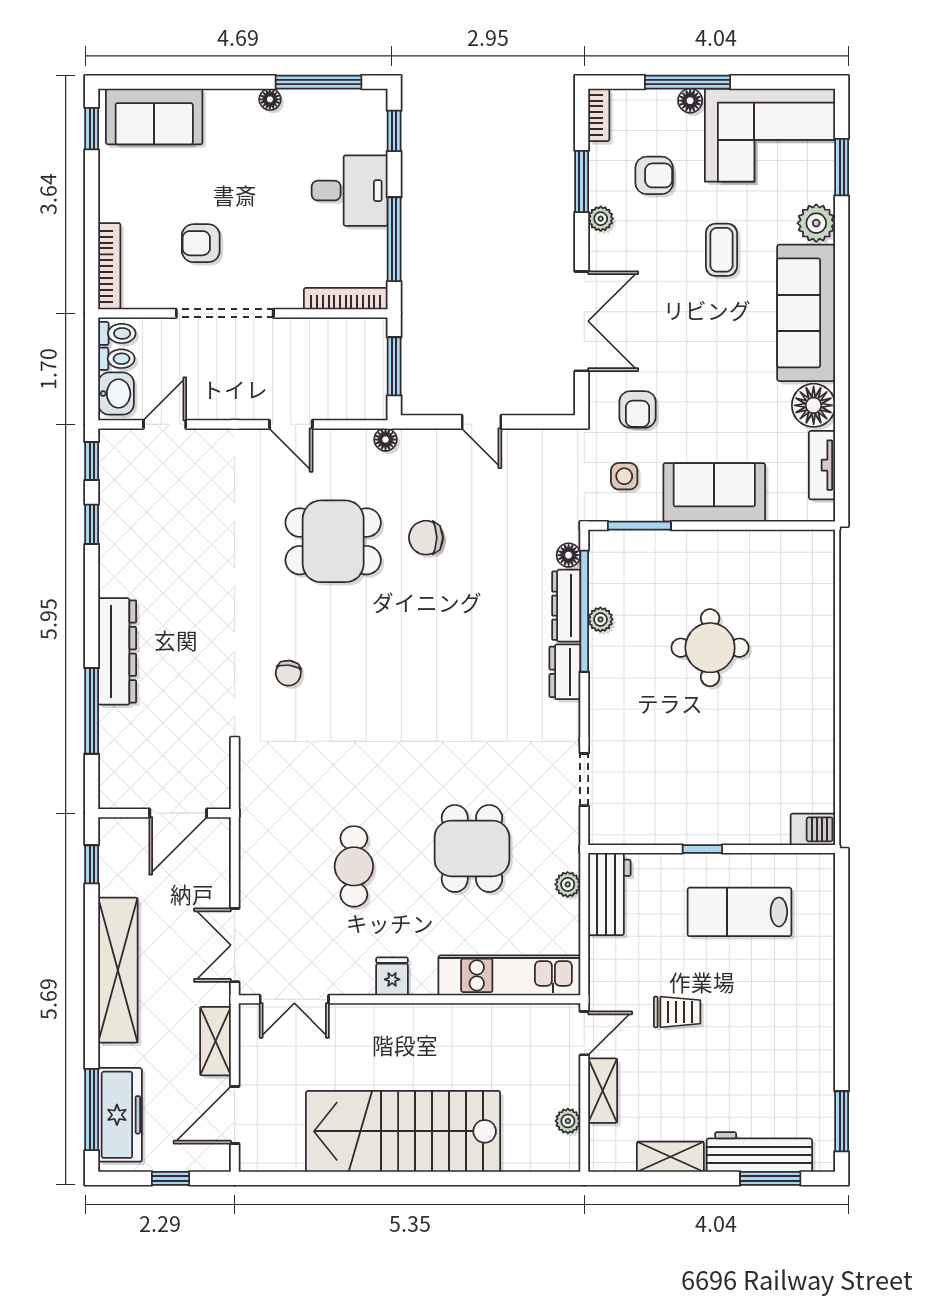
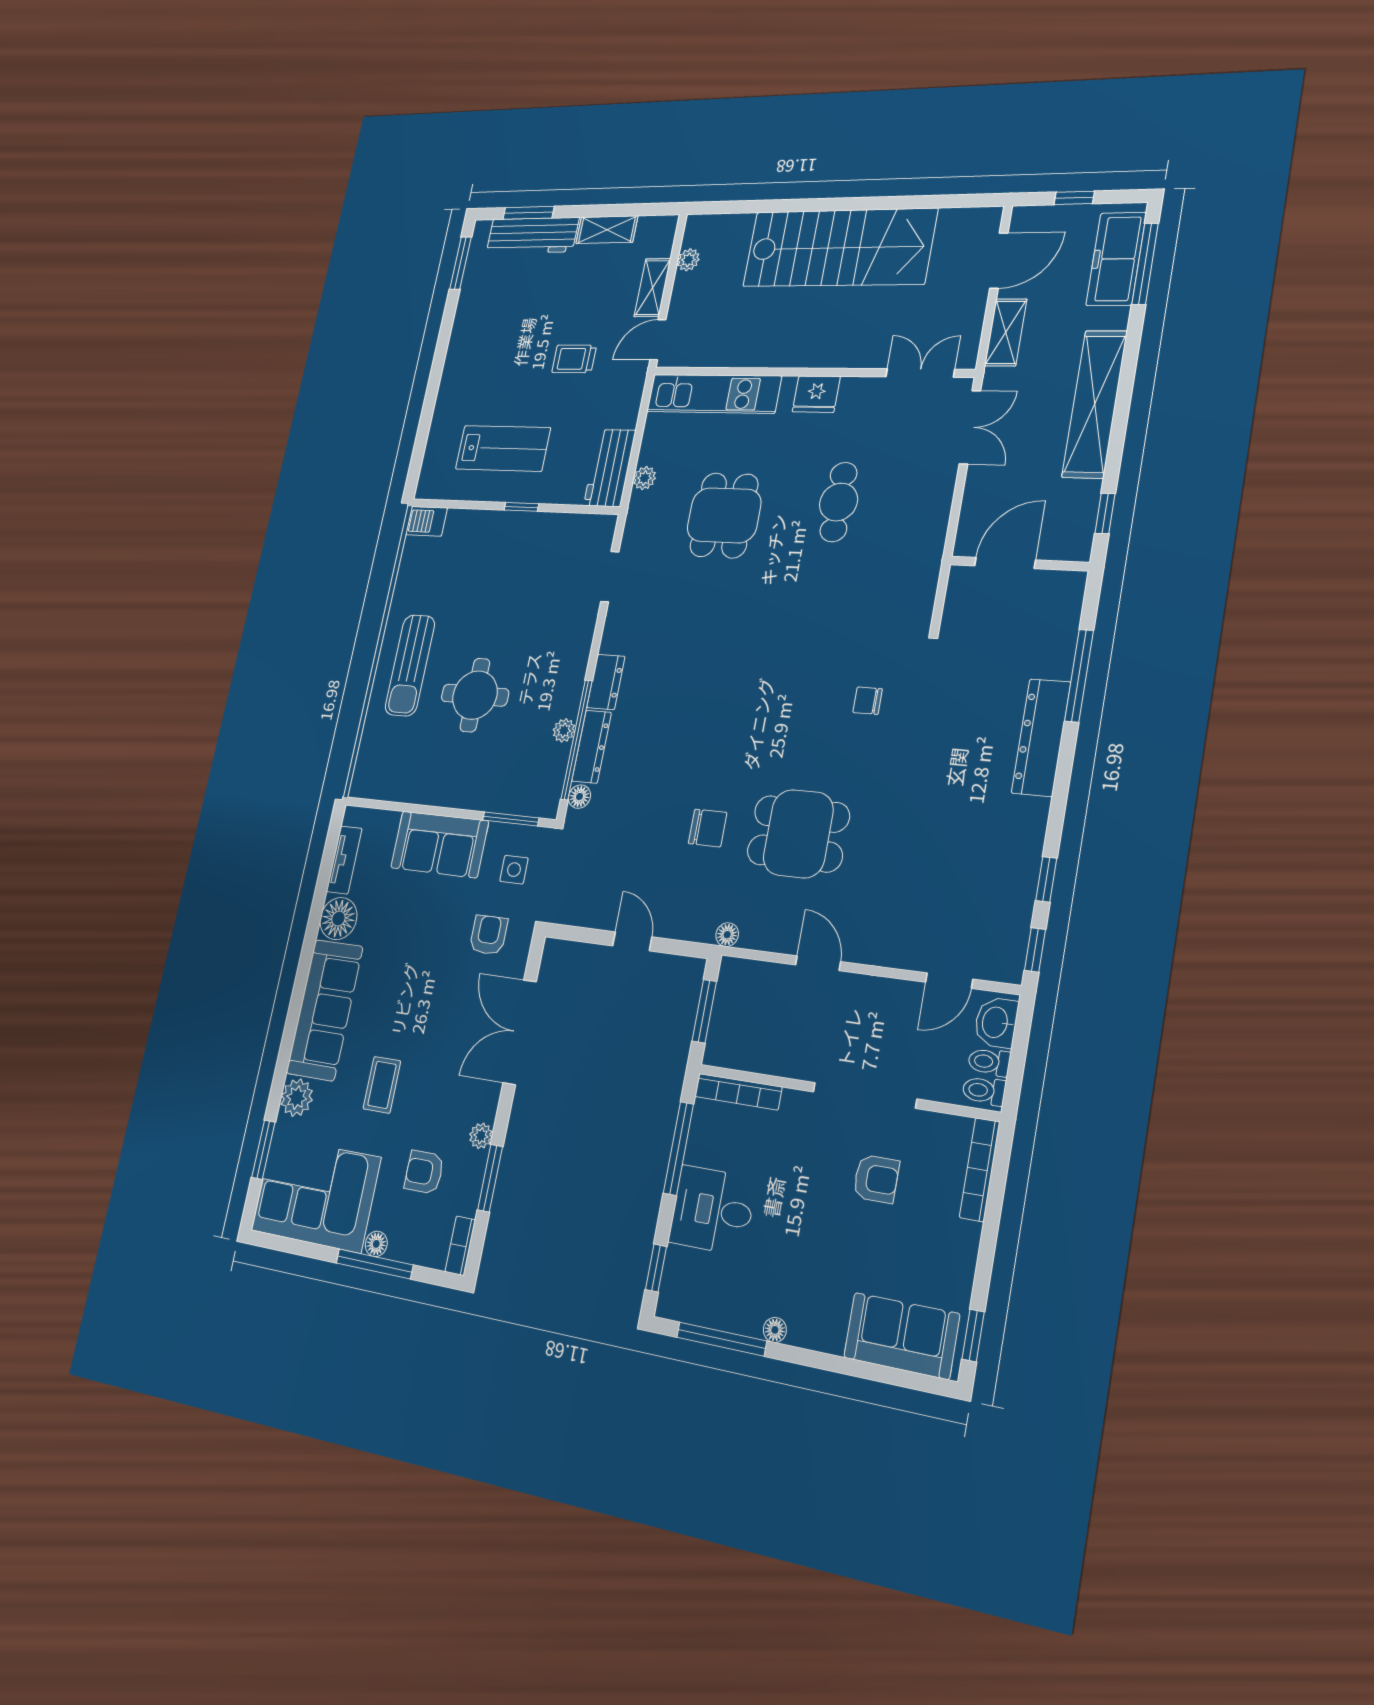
chair: (288, 673) -> (868, 701), turned -96
sun lounger: (795, 673) -> (410, 665), added
fridge: (392, 976) -> (816, 394), width x1.38

